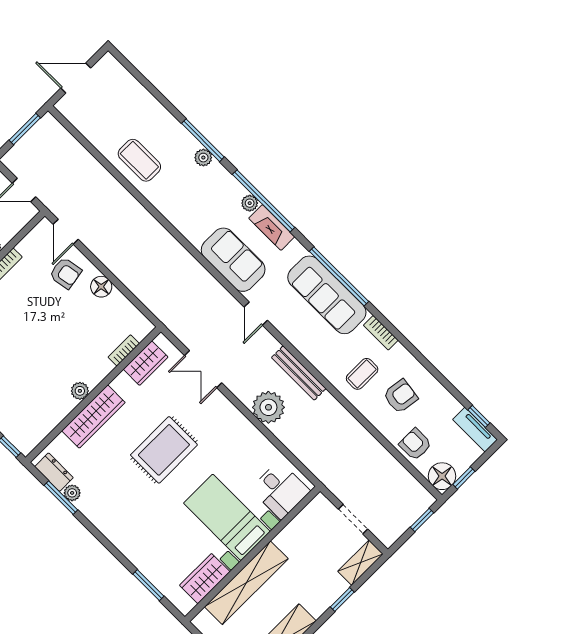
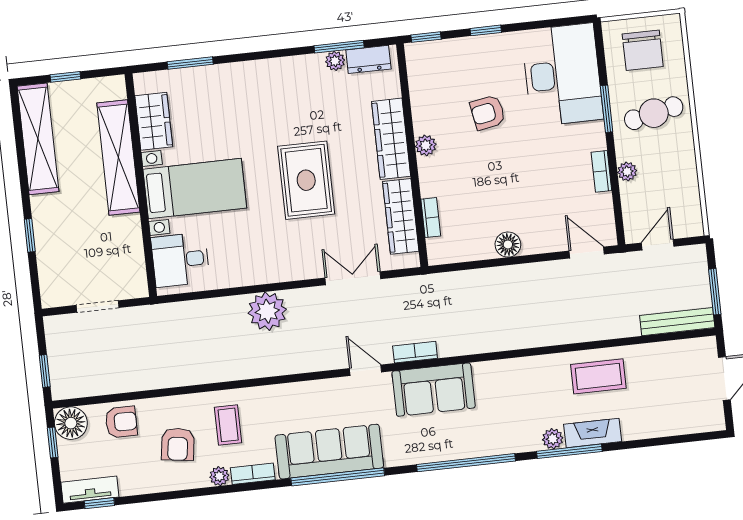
plant: (250, 203) -> (219, 476), moved
fireplace: (272, 228) -> (593, 433), moved
armchair: (65, 273) -> (488, 113), moved
bookcase: (219, 291) -> (415, 352), added
wardrobe: (146, 363) -> (401, 216), width x1.50
bench: (299, 373) -> (677, 322), moved
shelving: (360, 563) -> (51, 281), removed

